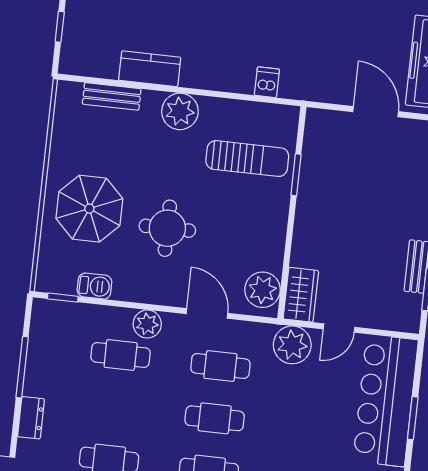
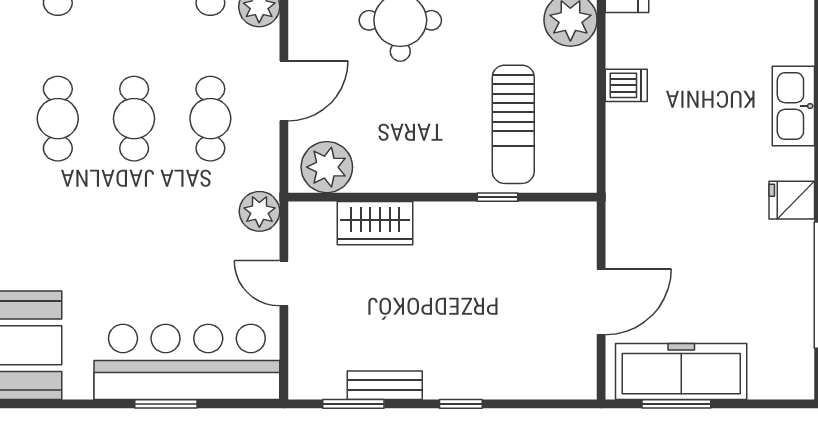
dishwasher: (267, 82) -> (626, 85), moved
window: (296, 175) -> (498, 197), width x0.67
wardrobe: (301, 295) -> (375, 223), moved
plant: (292, 345) -> (259, 211), width x0.73, depth x0.73

